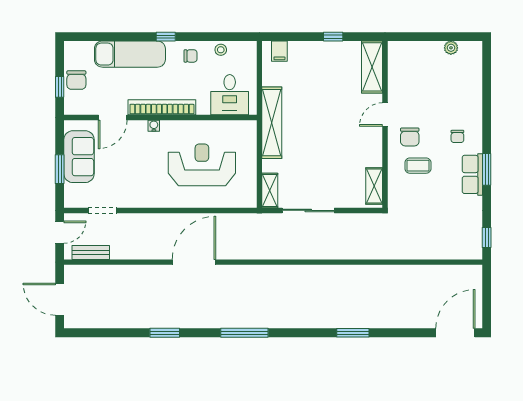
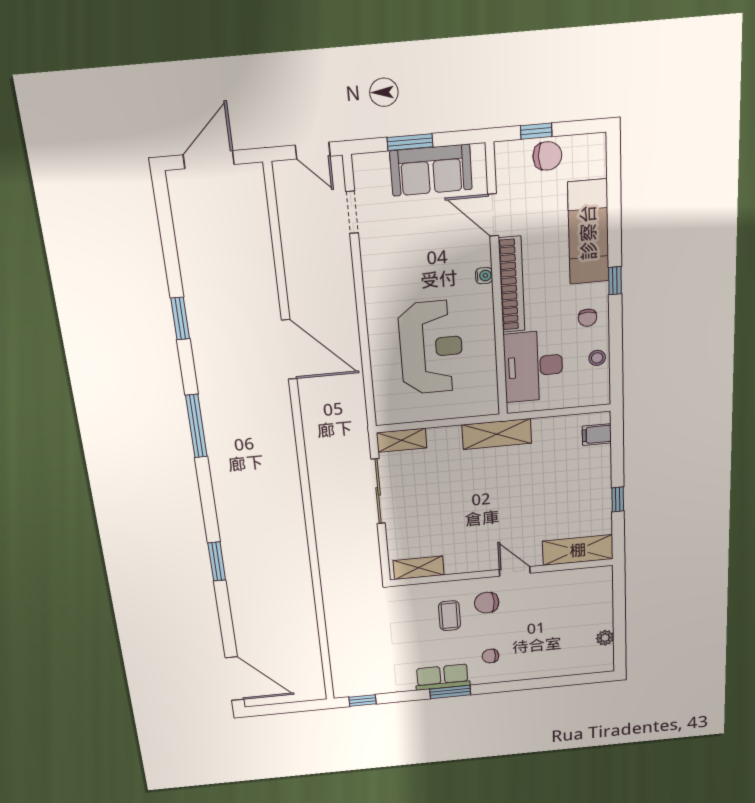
chair: (76, 80) -> (547, 156), turned 180
desk: (230, 95) -> (533, 366), width x1.37
shelving: (272, 123) -> (497, 434), width x0.68
bench: (91, 252) -> (287, 201), removed

